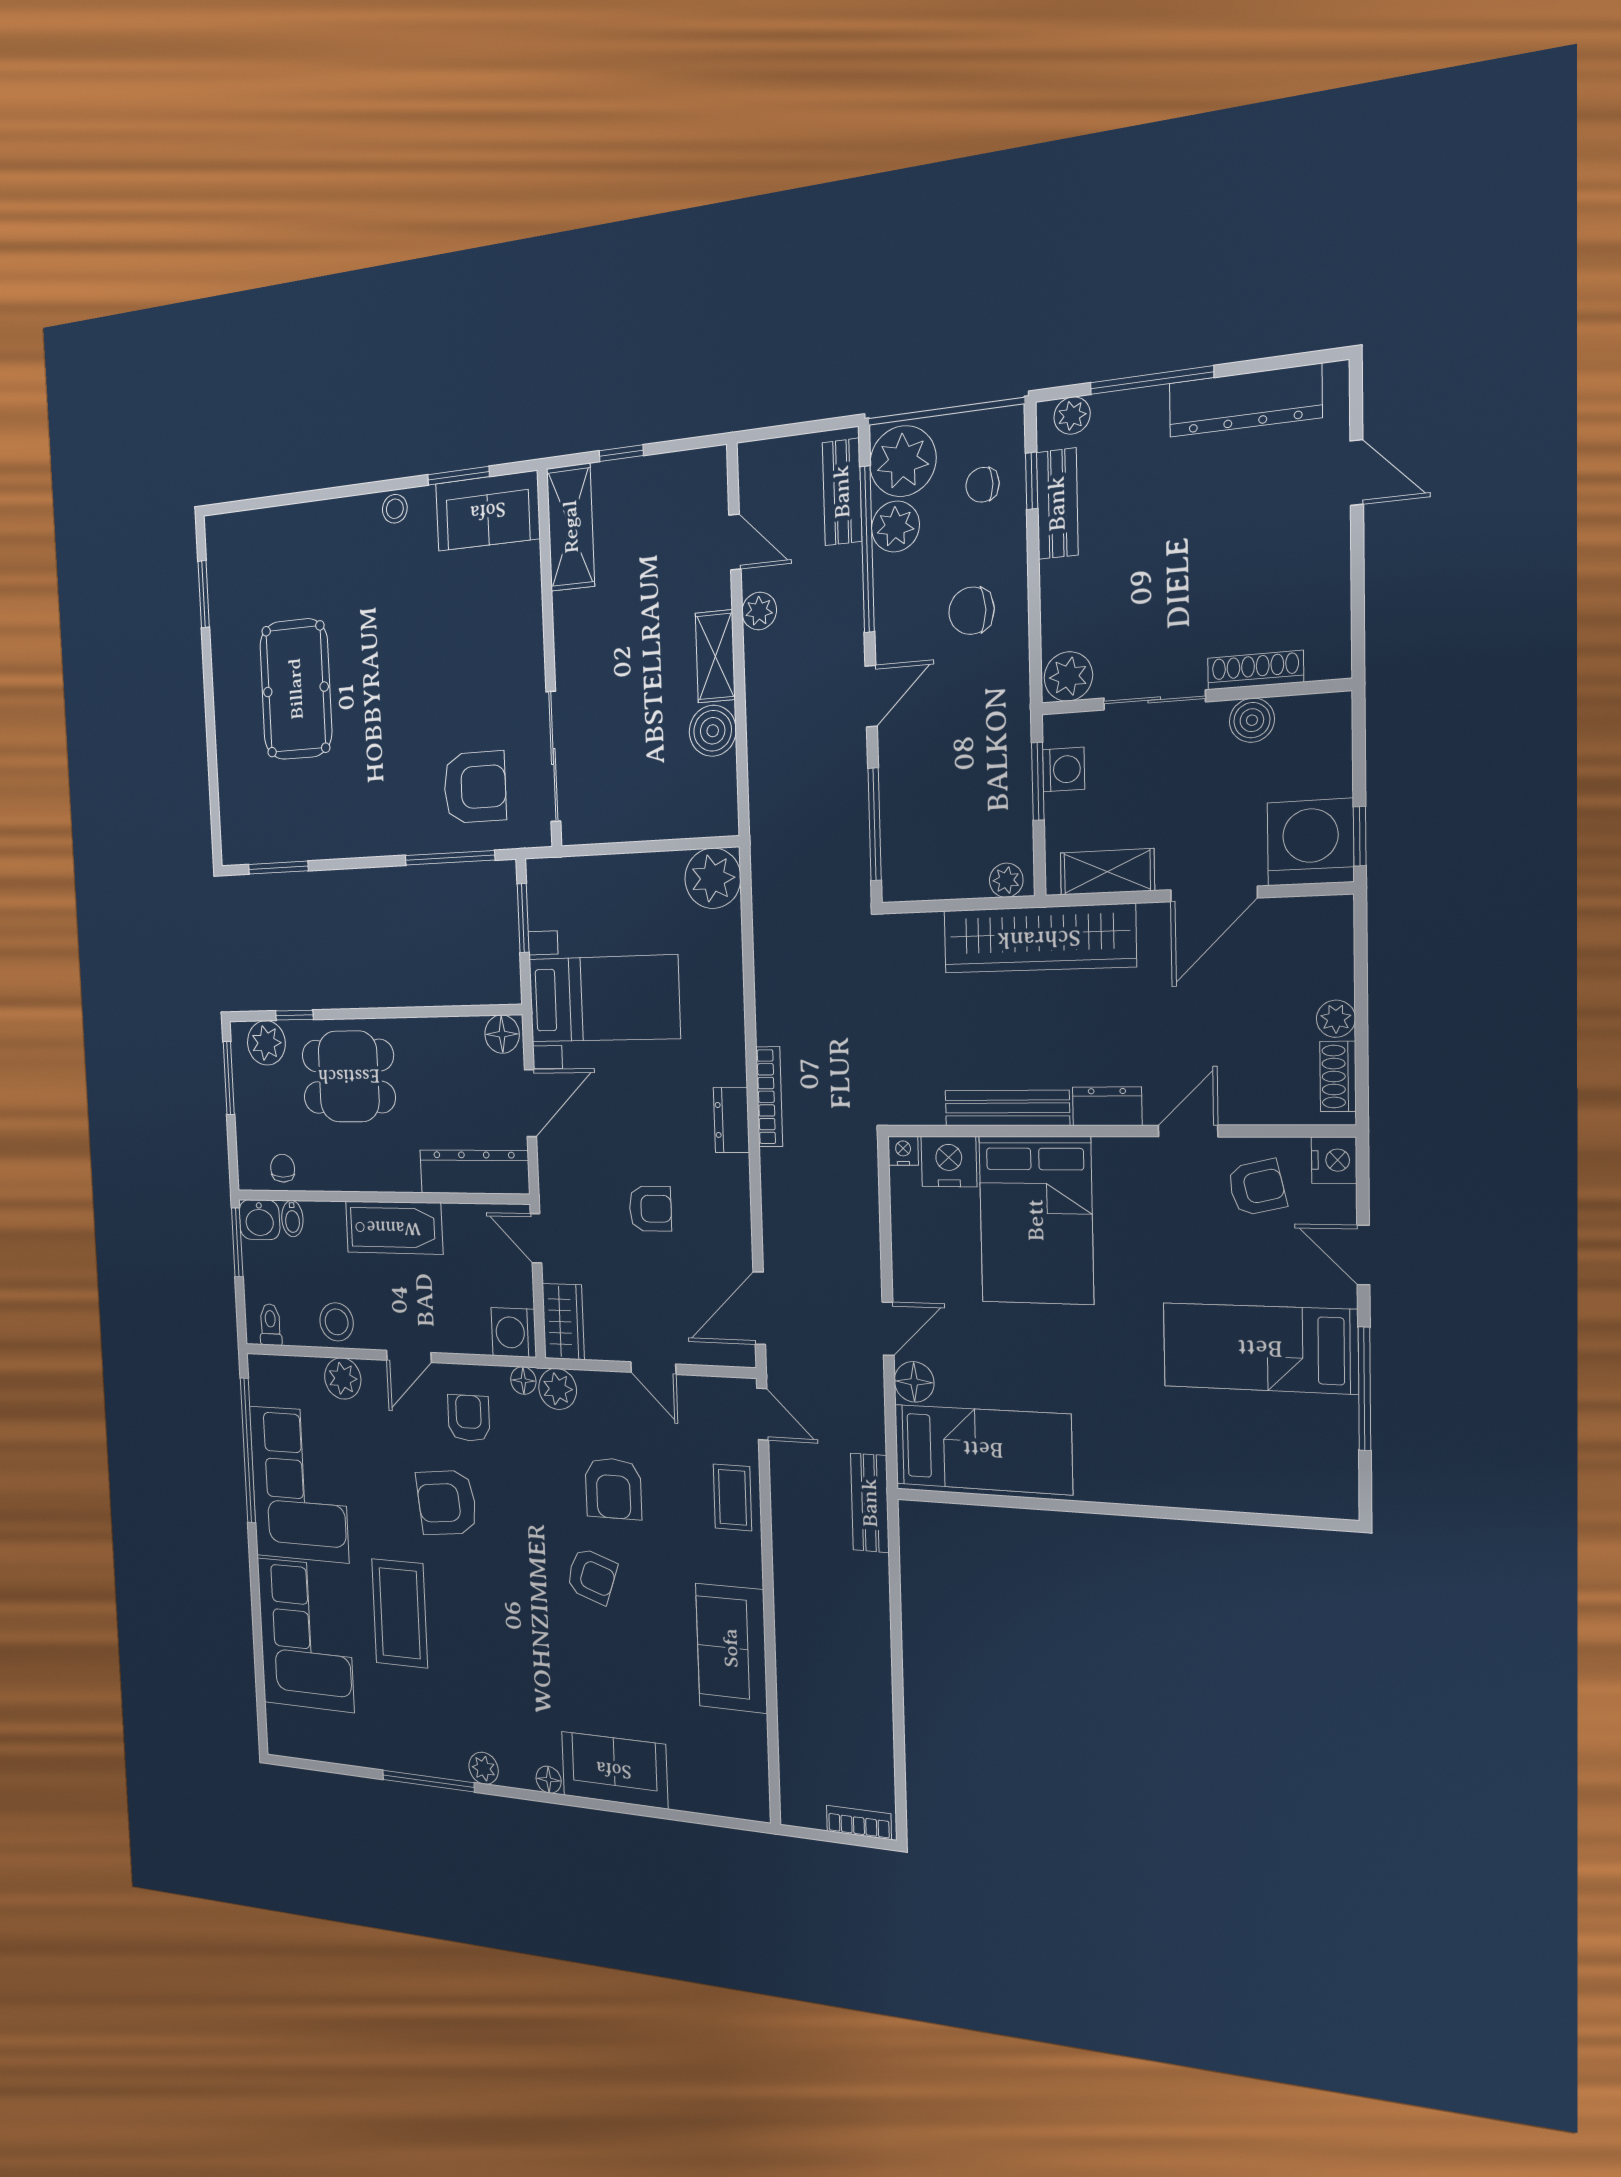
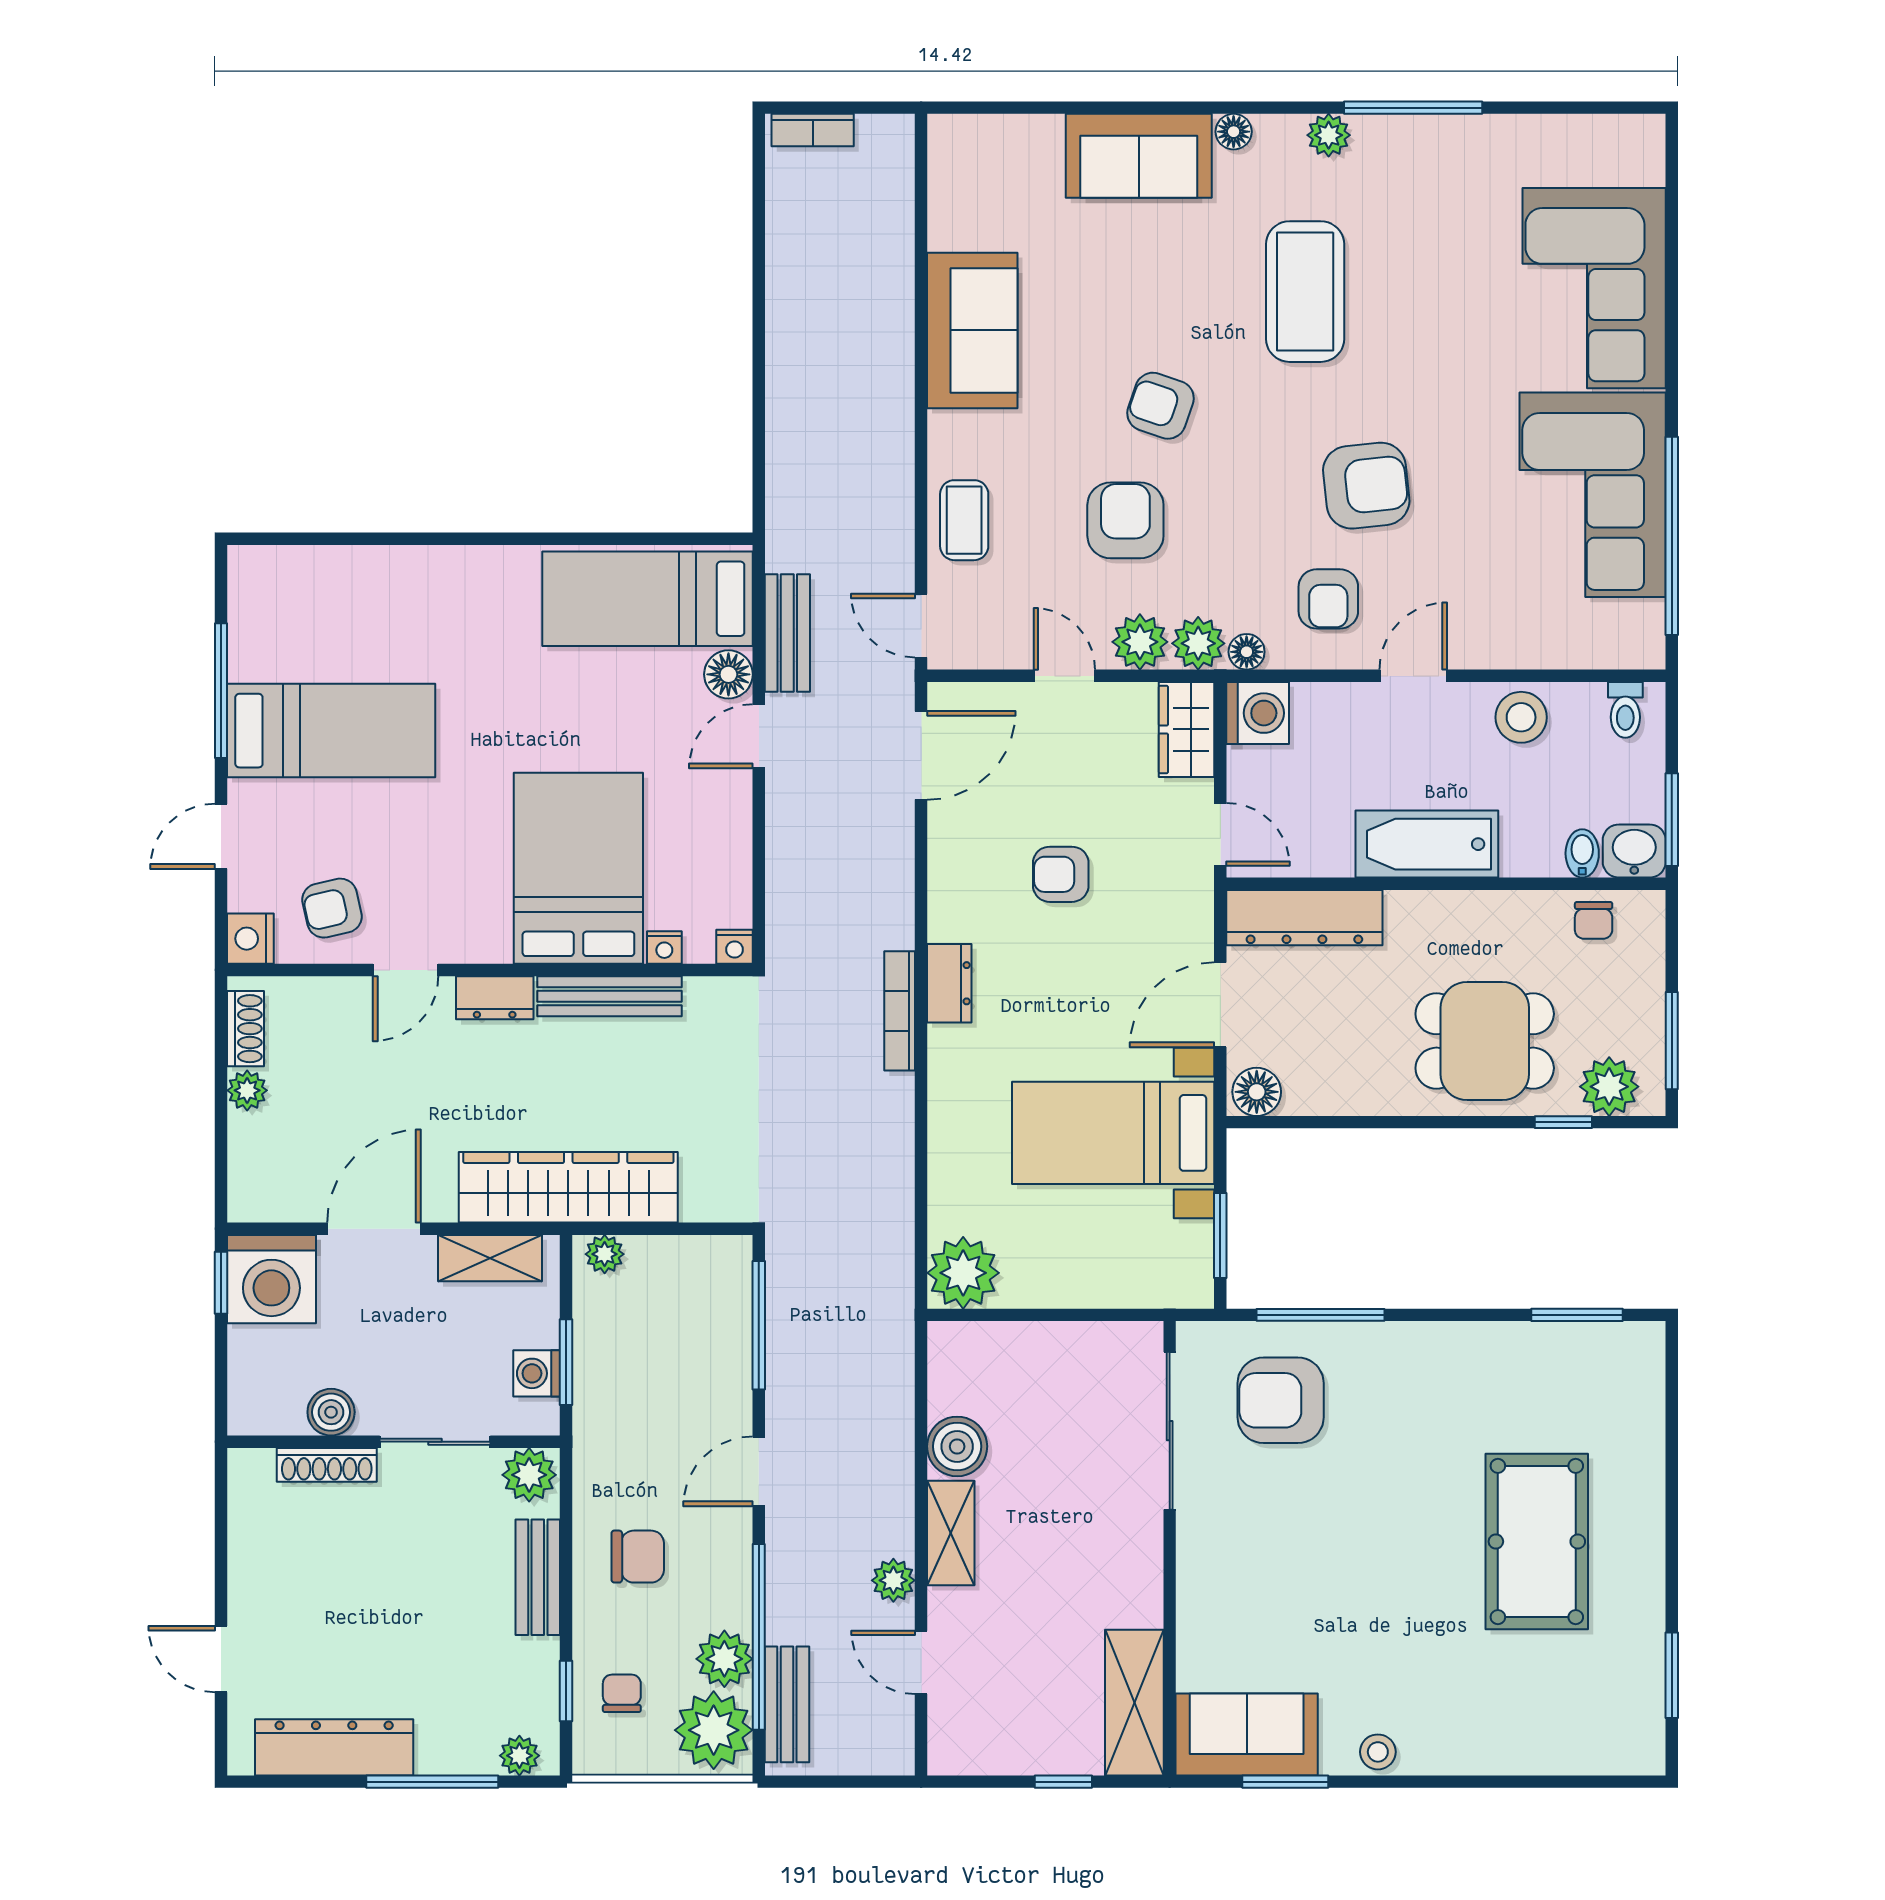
chair: (982, 485) -> (622, 1693), turned -90
bench: (1057, 504) -> (538, 1577), moved
nightstand: (949, 1162) -> (664, 948), width x0.53, depth x0.56
door: (1363, 1255) -> (221, 836), swing flipped
plant: (343, 1378) -> (1140, 642), moved
bench: (870, 1503) -> (787, 633), moved
coffee table: (400, 1613) -> (1305, 292), moved

